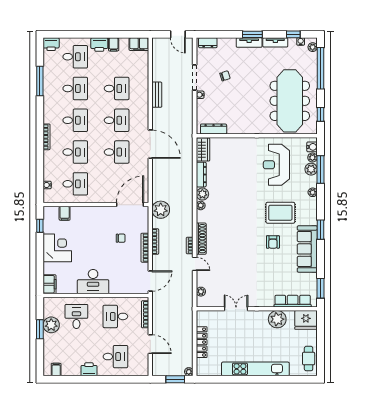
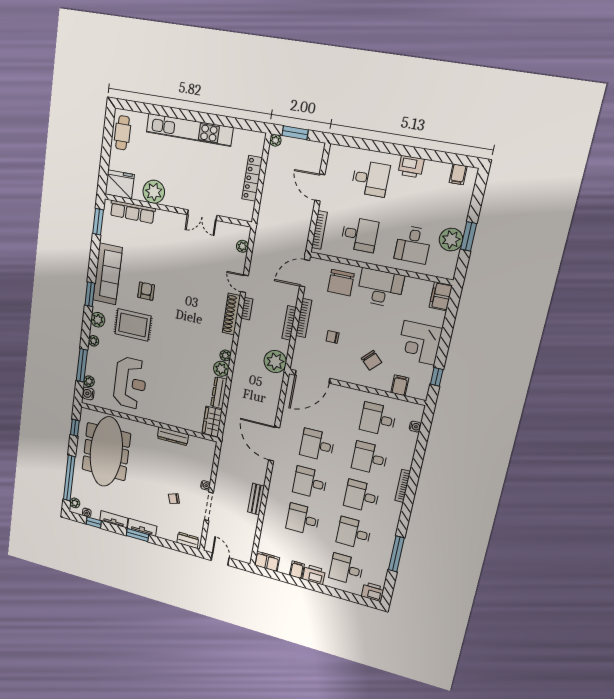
dresser: (214, 129) -> (173, 436), moved
plant: (311, 169) -> (98, 320), moved
chair: (89, 227) -> (371, 360), added
chair: (122, 280) -> (341, 283), added
desk: (115, 357) -> (370, 179), turned 180

